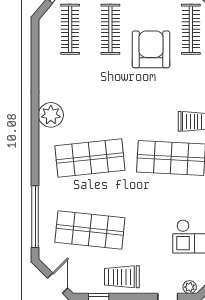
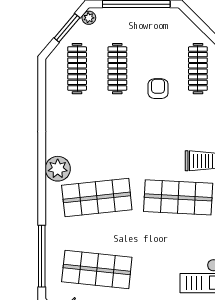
armchair: (151, 49) -> (158, 89), width x0.53, depth x0.53
plant: (51, 115) -> (58, 169), moved

